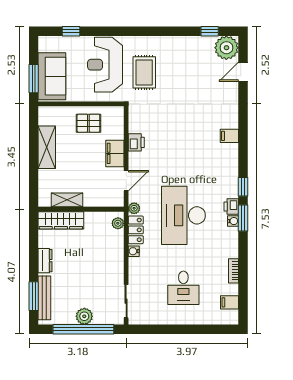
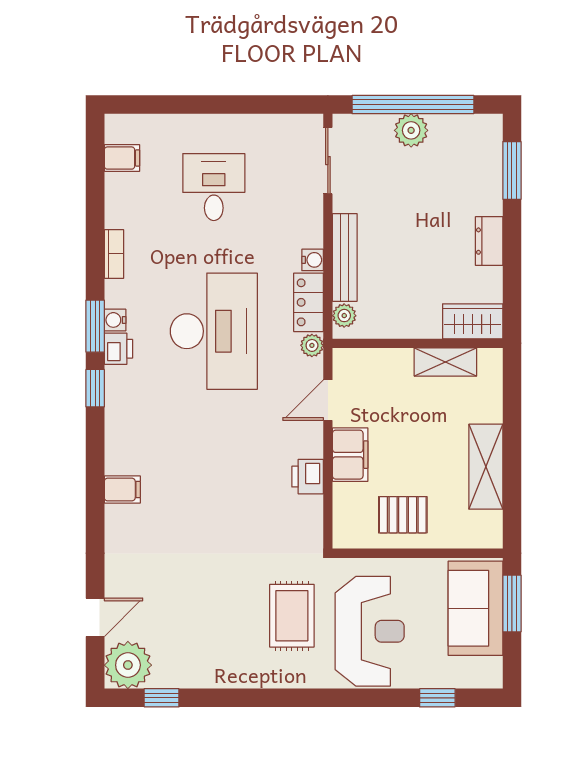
wardrobe: (61, 220) -> (473, 321), width x0.67
bookcase: (234, 271) -> (114, 254), moved
bench: (44, 298) -> (345, 257), moved

